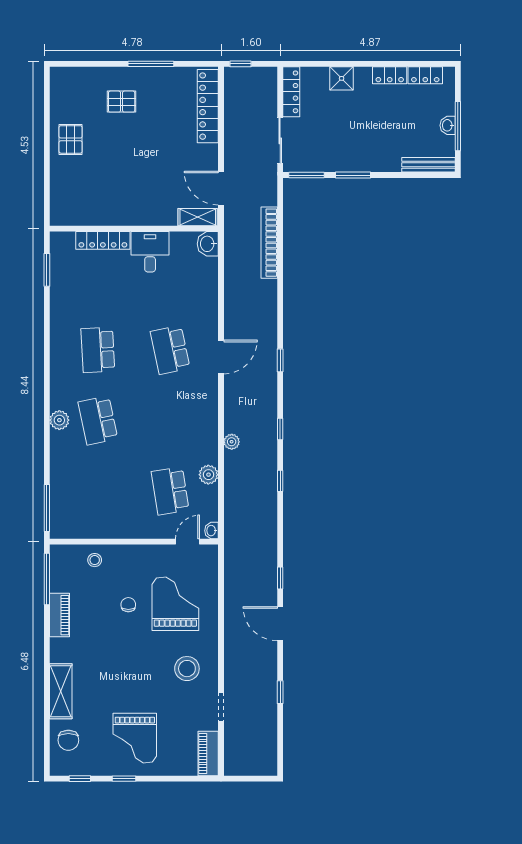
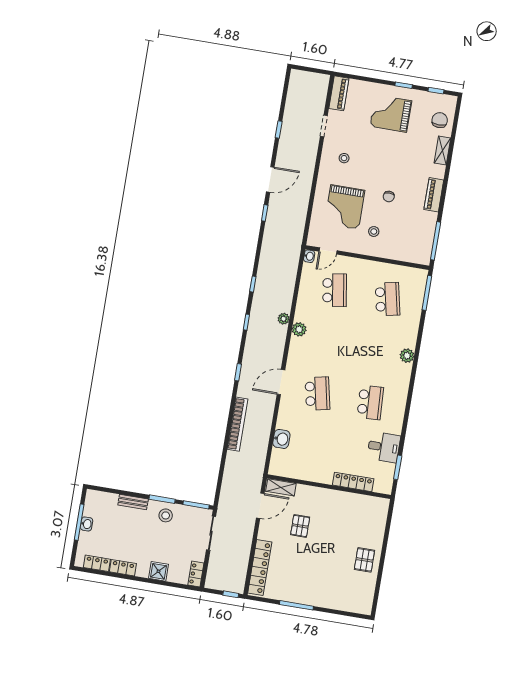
locker: (291, 92) -> (196, 574), width x0.66
pallet: (122, 102) -> (300, 526), moved, turned 90
stool: (345, 154) -> (166, 515), added
bench: (429, 165) -> (133, 502), moved, width x0.73
door: (221, 188) -> (260, 506), hinge flipped
bookcase: (269, 243) -> (238, 424), moved
washbasin: (208, 244) -> (281, 439), moved
desk: (150, 252) -> (384, 447), moved, turned -90
school desk: (98, 420) -> (388, 299), moved
plant: (208, 475) -> (299, 329), moved
stool: (95, 560) -> (374, 231), moved
chair: (128, 605) -> (389, 197), moved
piano: (60, 615) -> (434, 195), moved
door: (280, 624) -> (270, 179), hinge flipped
stool: (187, 669) -> (344, 158), width x0.53, depth x0.53
shelving: (61, 691) -> (442, 151), width x0.67, depth x0.75
grand piano: (135, 738) -> (391, 114), turned -90

